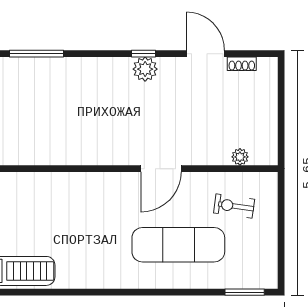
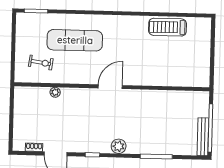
plant: (145, 69) -> (119, 146), moved
plant: (240, 157) -> (55, 92), moved
door: (161, 169) -> (110, 87), moved

